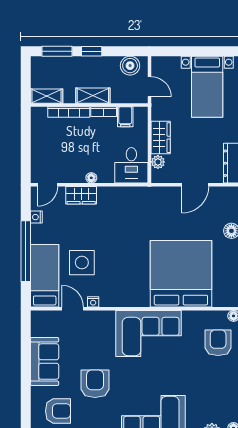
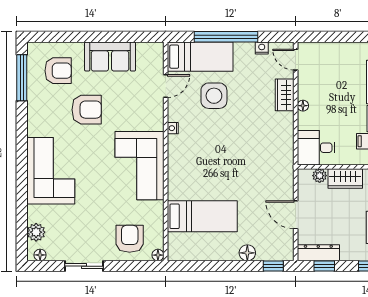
bed: (181, 274) -> (202, 216), width x0.49
nightstand: (93, 302) -> (173, 128), moved
armchair: (218, 343) -> (130, 239), turned -90
armchair: (58, 411) -> (58, 71), turned -90

